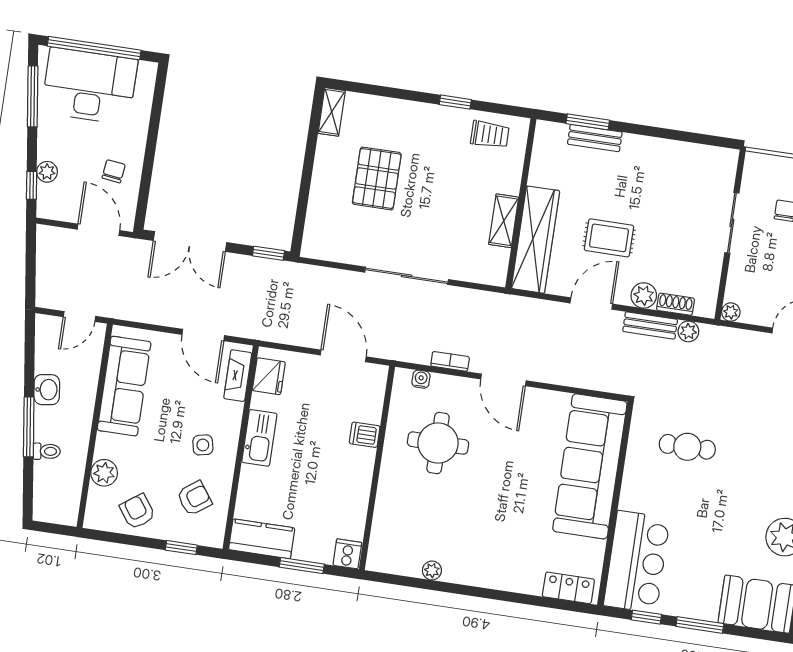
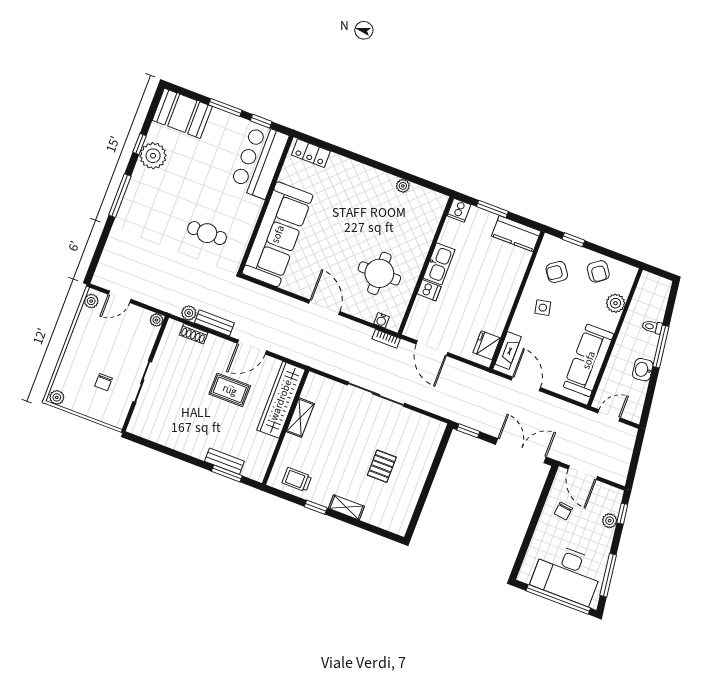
shelving: (332, 112) -> (346, 507), moved, turned 90
pallet: (377, 178) -> (382, 466), width x0.67, depth x0.71
plant: (644, 295) -> (214, 345), removed
bookcase: (450, 361) -> (386, 339), moved
kitchen sink: (259, 438) -> (439, 264), moved, turned 180

